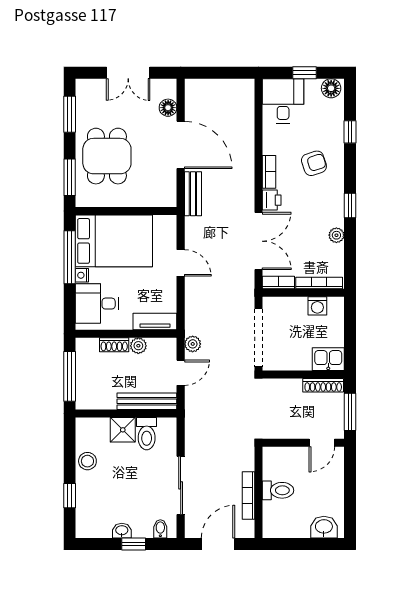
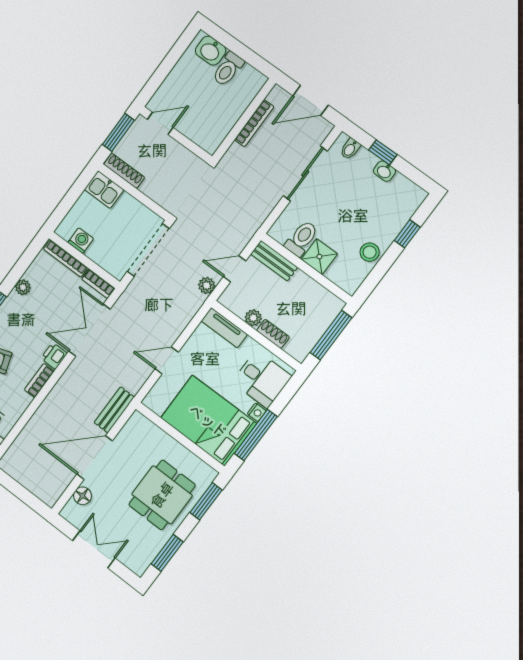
door: (181, 145) -> (95, 458), hinge flipped
door: (181, 263) -> (167, 360), hinge flipped
bench: (147, 401) -> (274, 261), width x0.73
toilet: (278, 490) -> (228, 69), moved, turned -90

